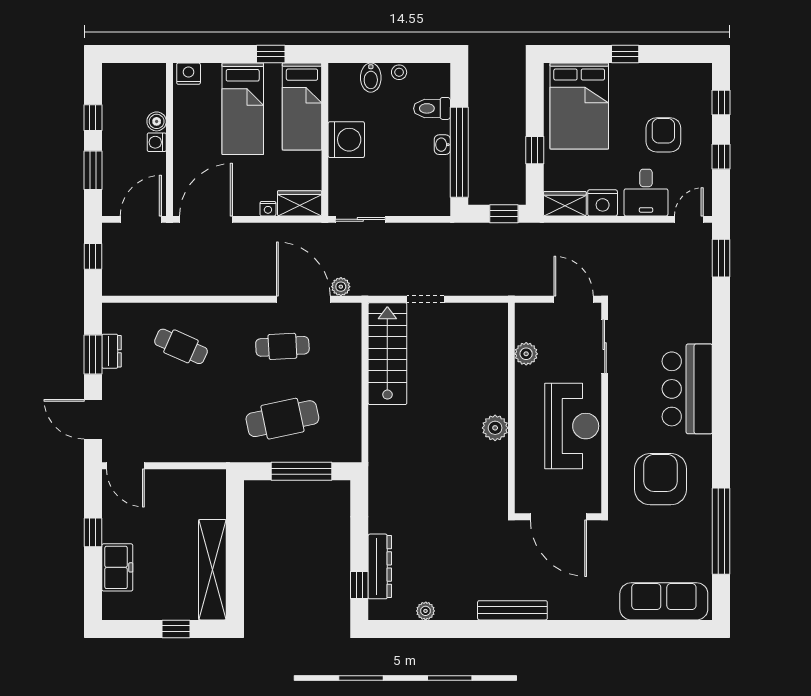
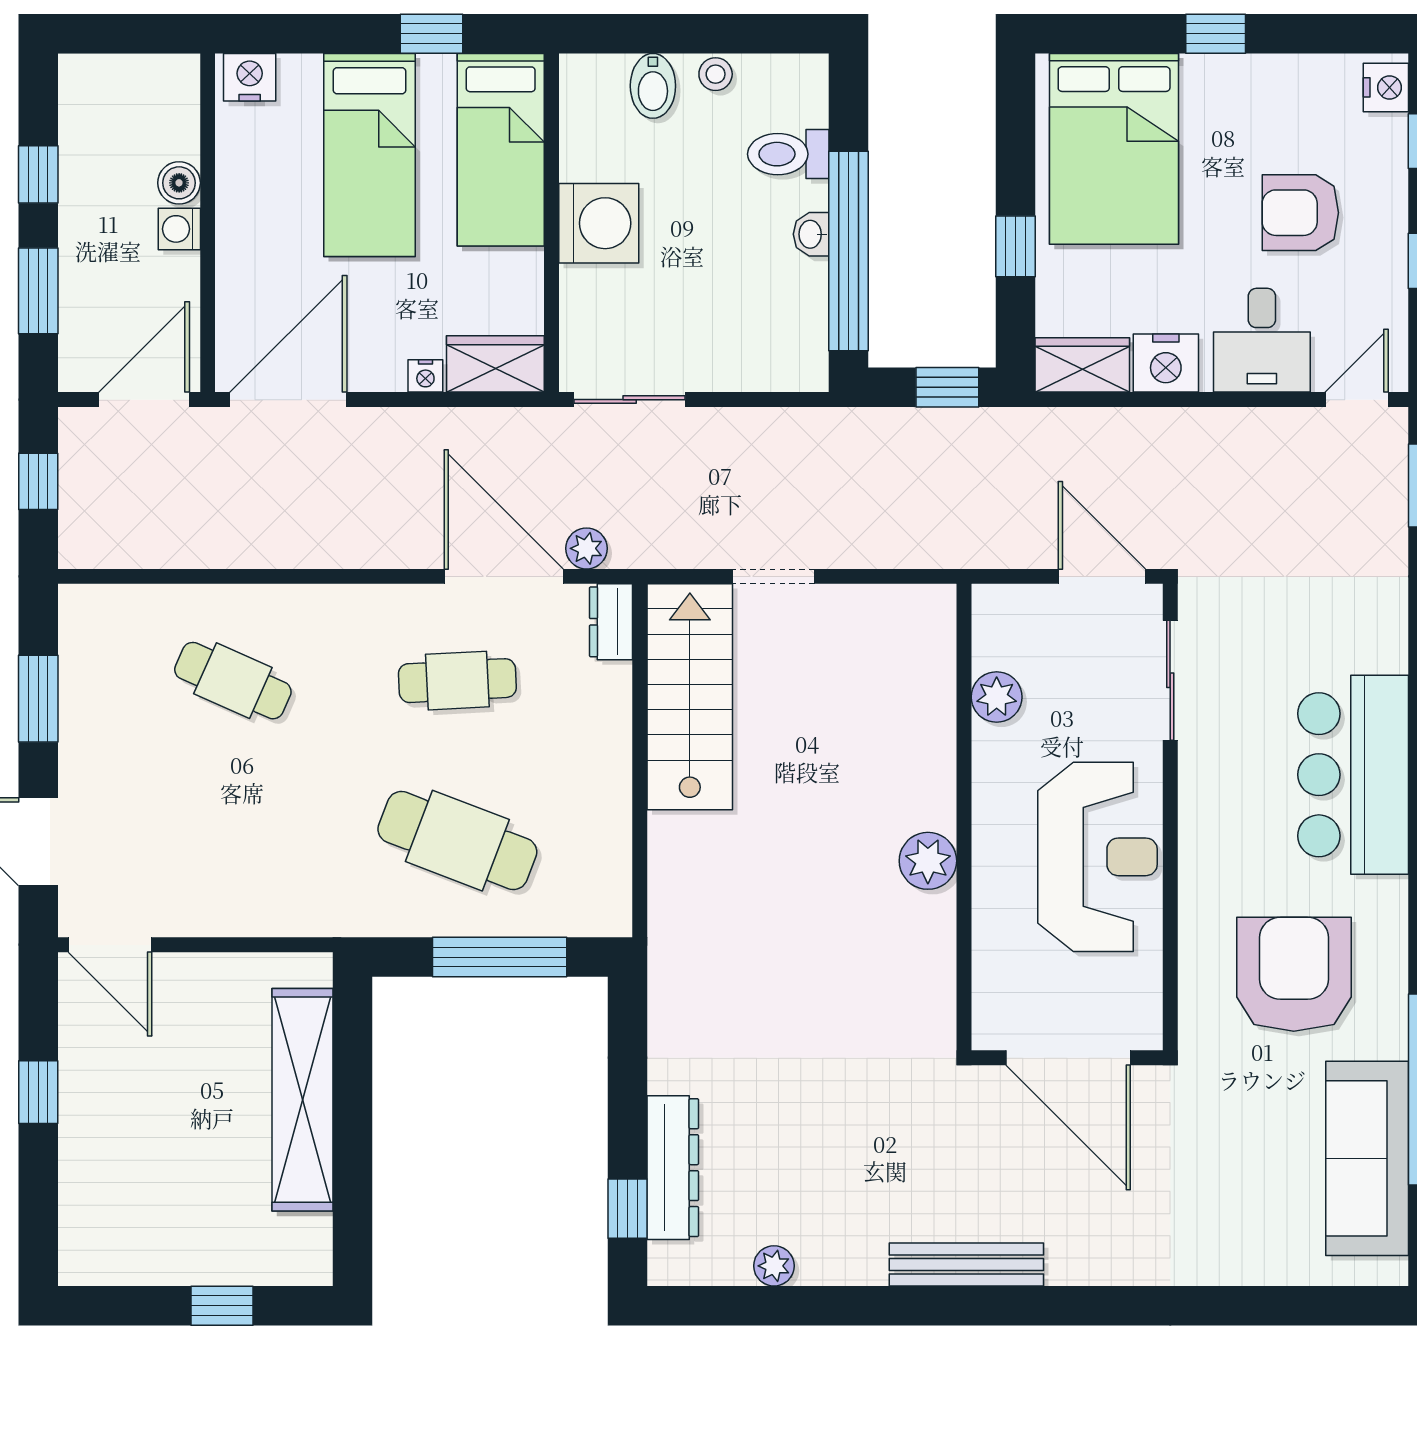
nightstand: (702, 78) -> (1386, 87), added
armchair: (663, 135) -> (1300, 213), turned -90
dresser: (112, 351) -> (611, 622), moved, turned 180
cafe table: (282, 419) -> (457, 841), turned 33
freezer: (117, 567) -> (92, 1170), removed
shelving: (212, 570) -> (302, 1100), moved
sofa: (664, 601) -> (1367, 1158), moved, turned -90

